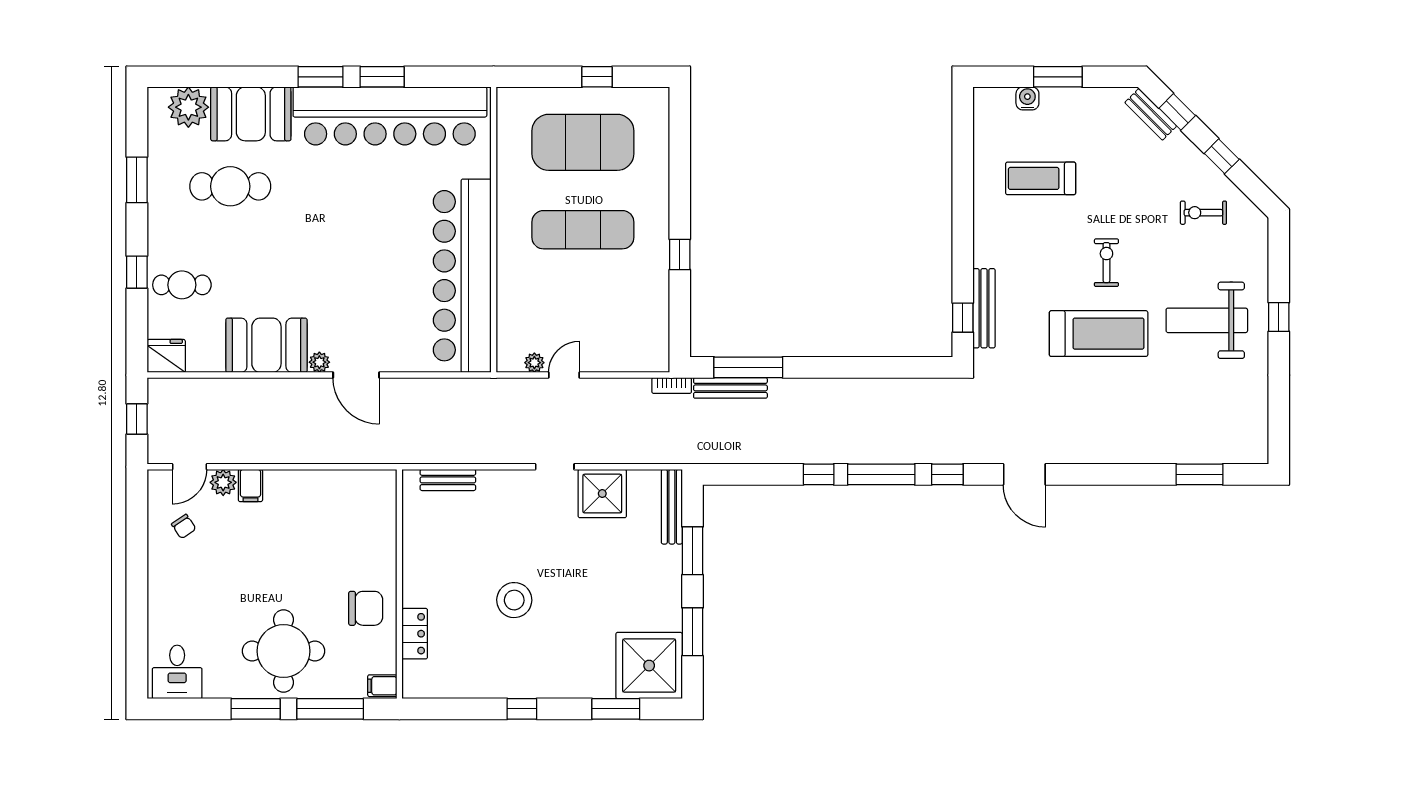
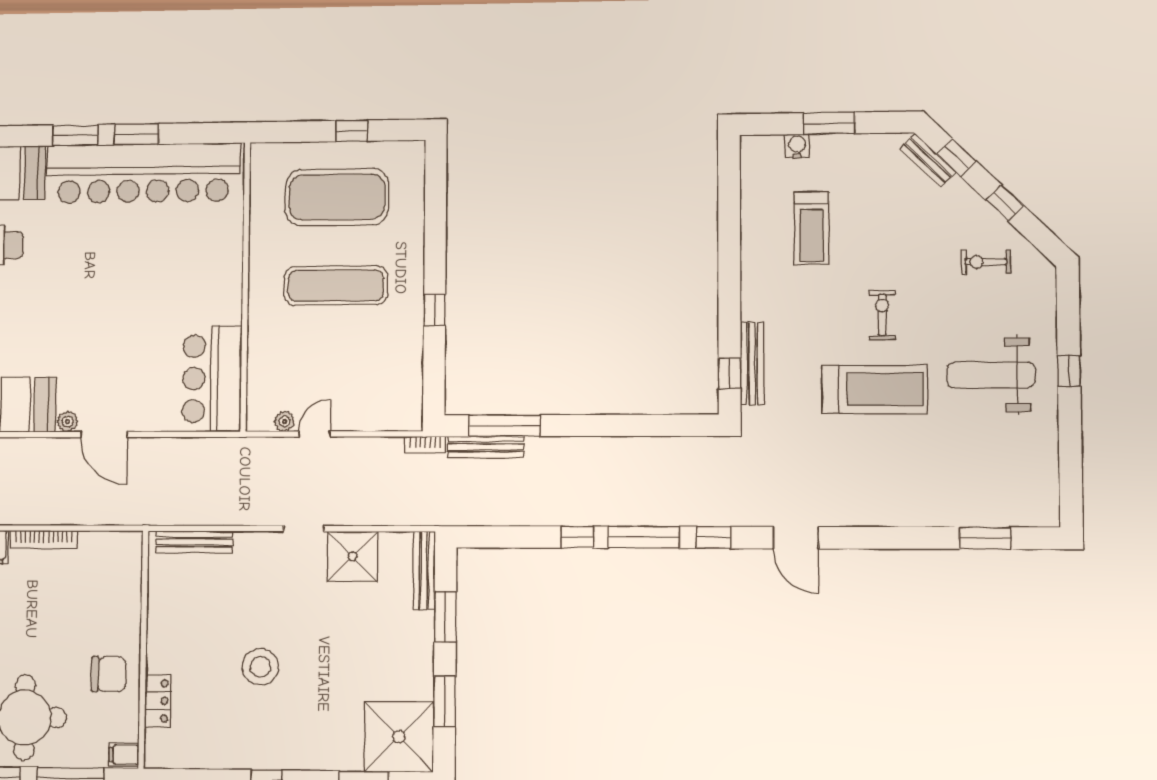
treadmill: (1041, 178) -> (811, 228), turned -90
bar counter: (462, 276) -> (212, 379), width x0.54
bookcase: (298, 478) -> (44, 539), added
bench: (448, 480) -> (195, 542), width x1.36

